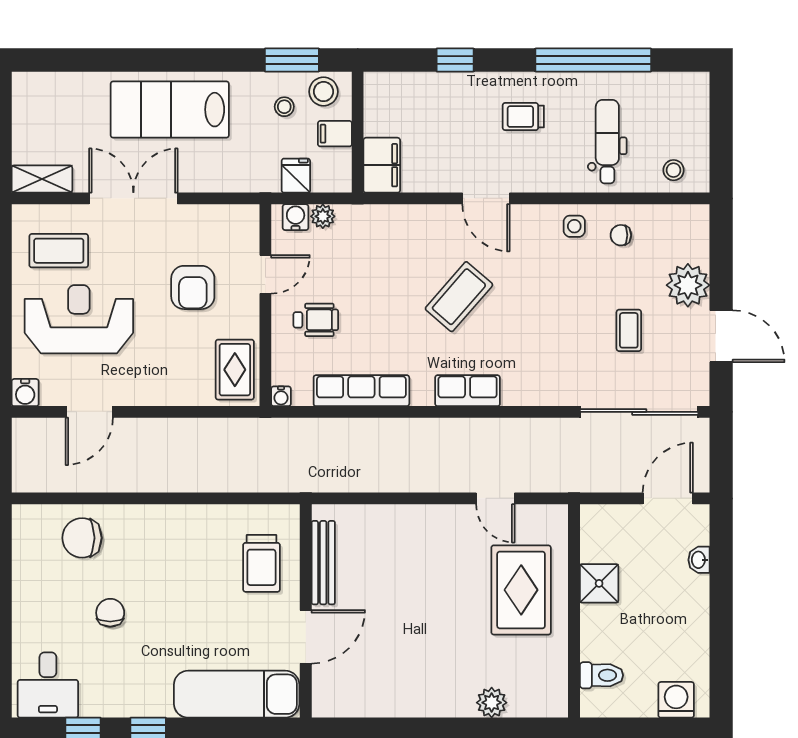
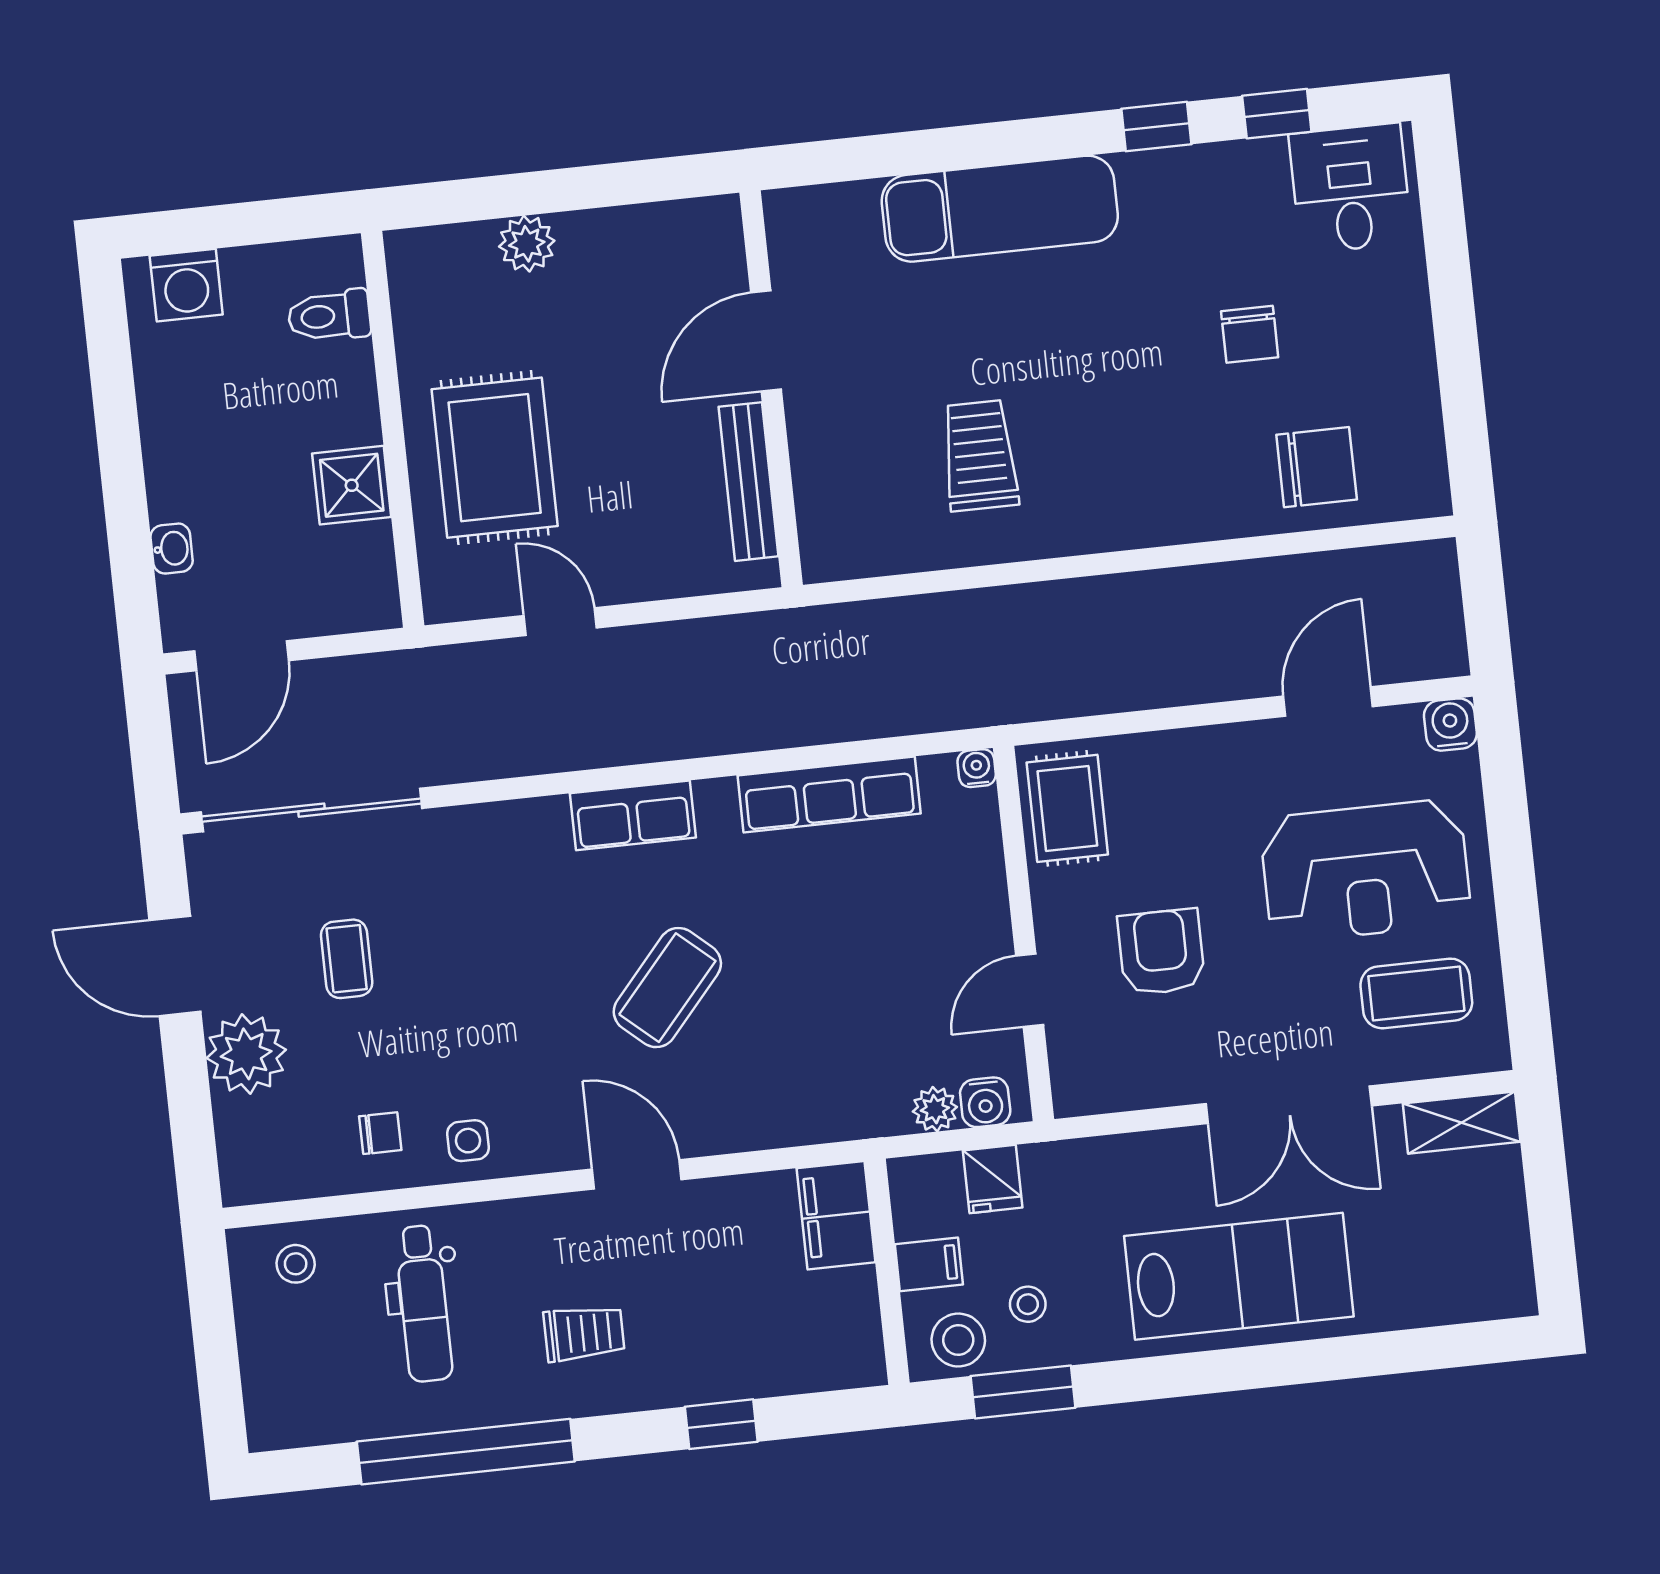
wheelchair: (316, 320) -> (927, 916), removed
bench: (323, 563) -> (748, 482), moved
wall: (306, 611) -> (771, 389), moved
door: (306, 637) -> (766, 341), moved

